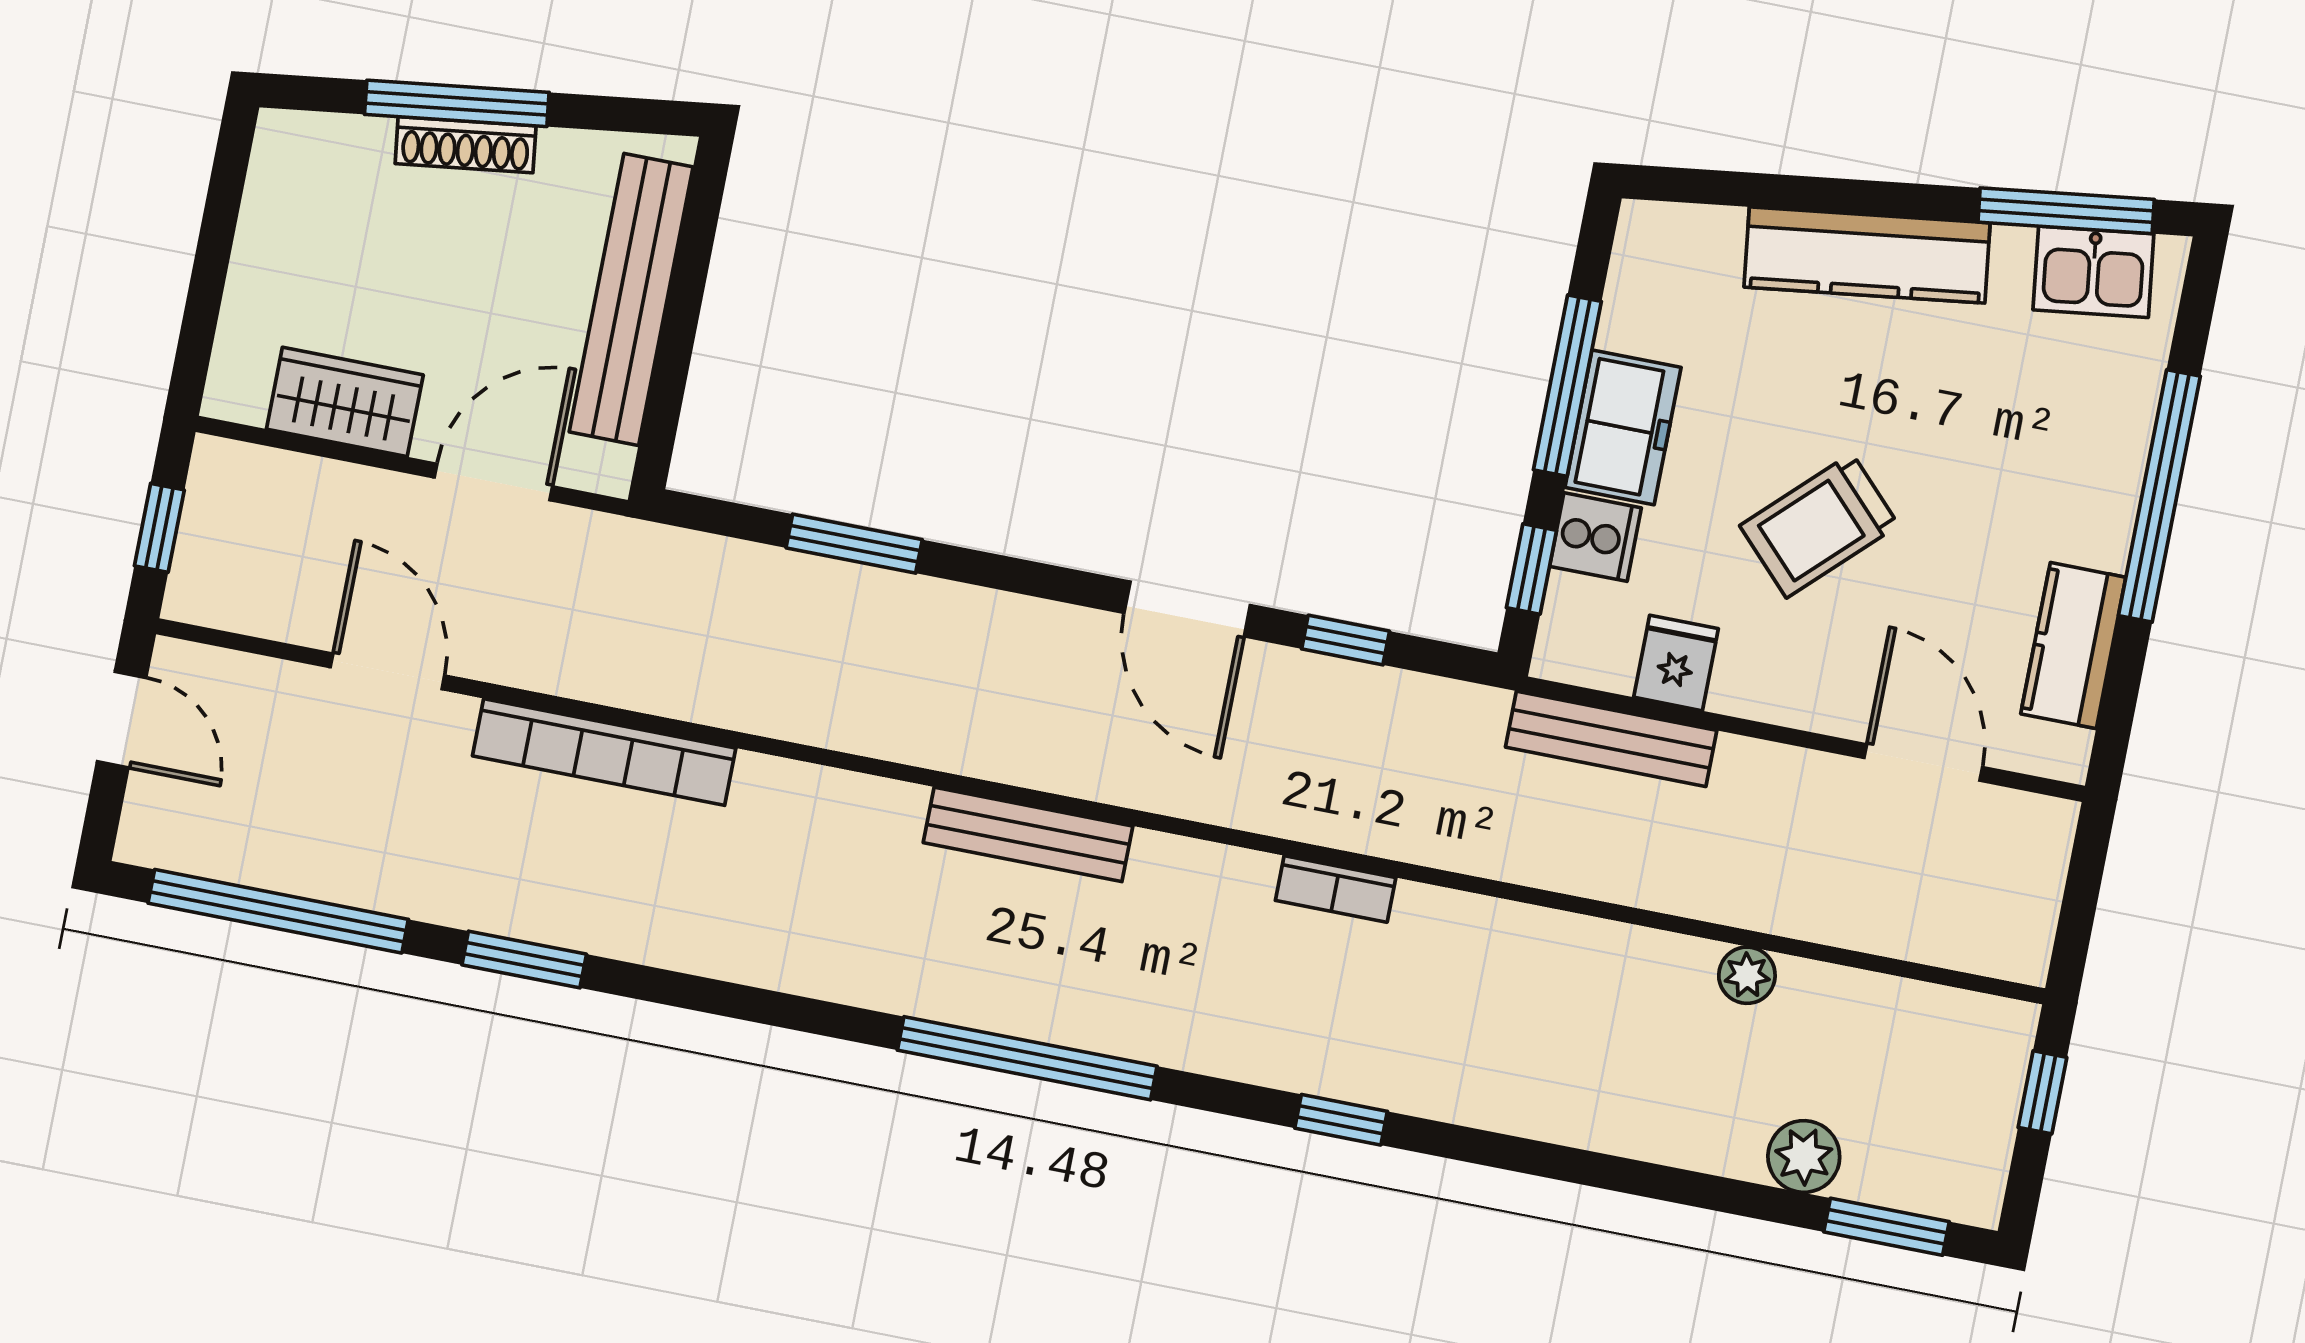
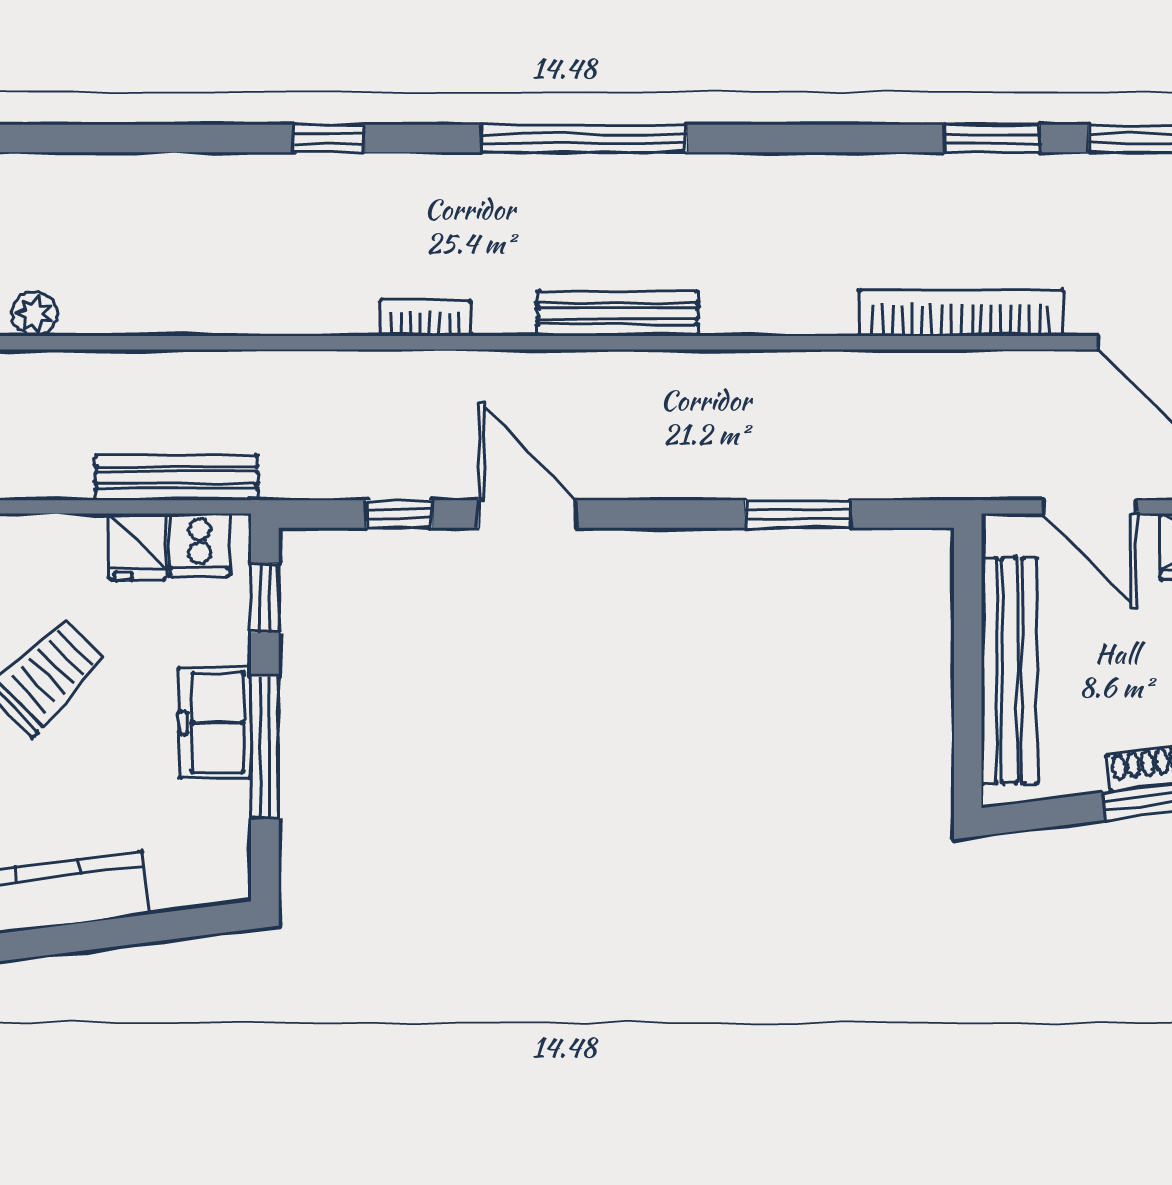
door: (493, 482) -> (1089, 507), hinge flipped
cooker: (1595, 537) -> (200, 545), moved, turned -90
bookcase: (1336, 889) -> (425, 318), moved

